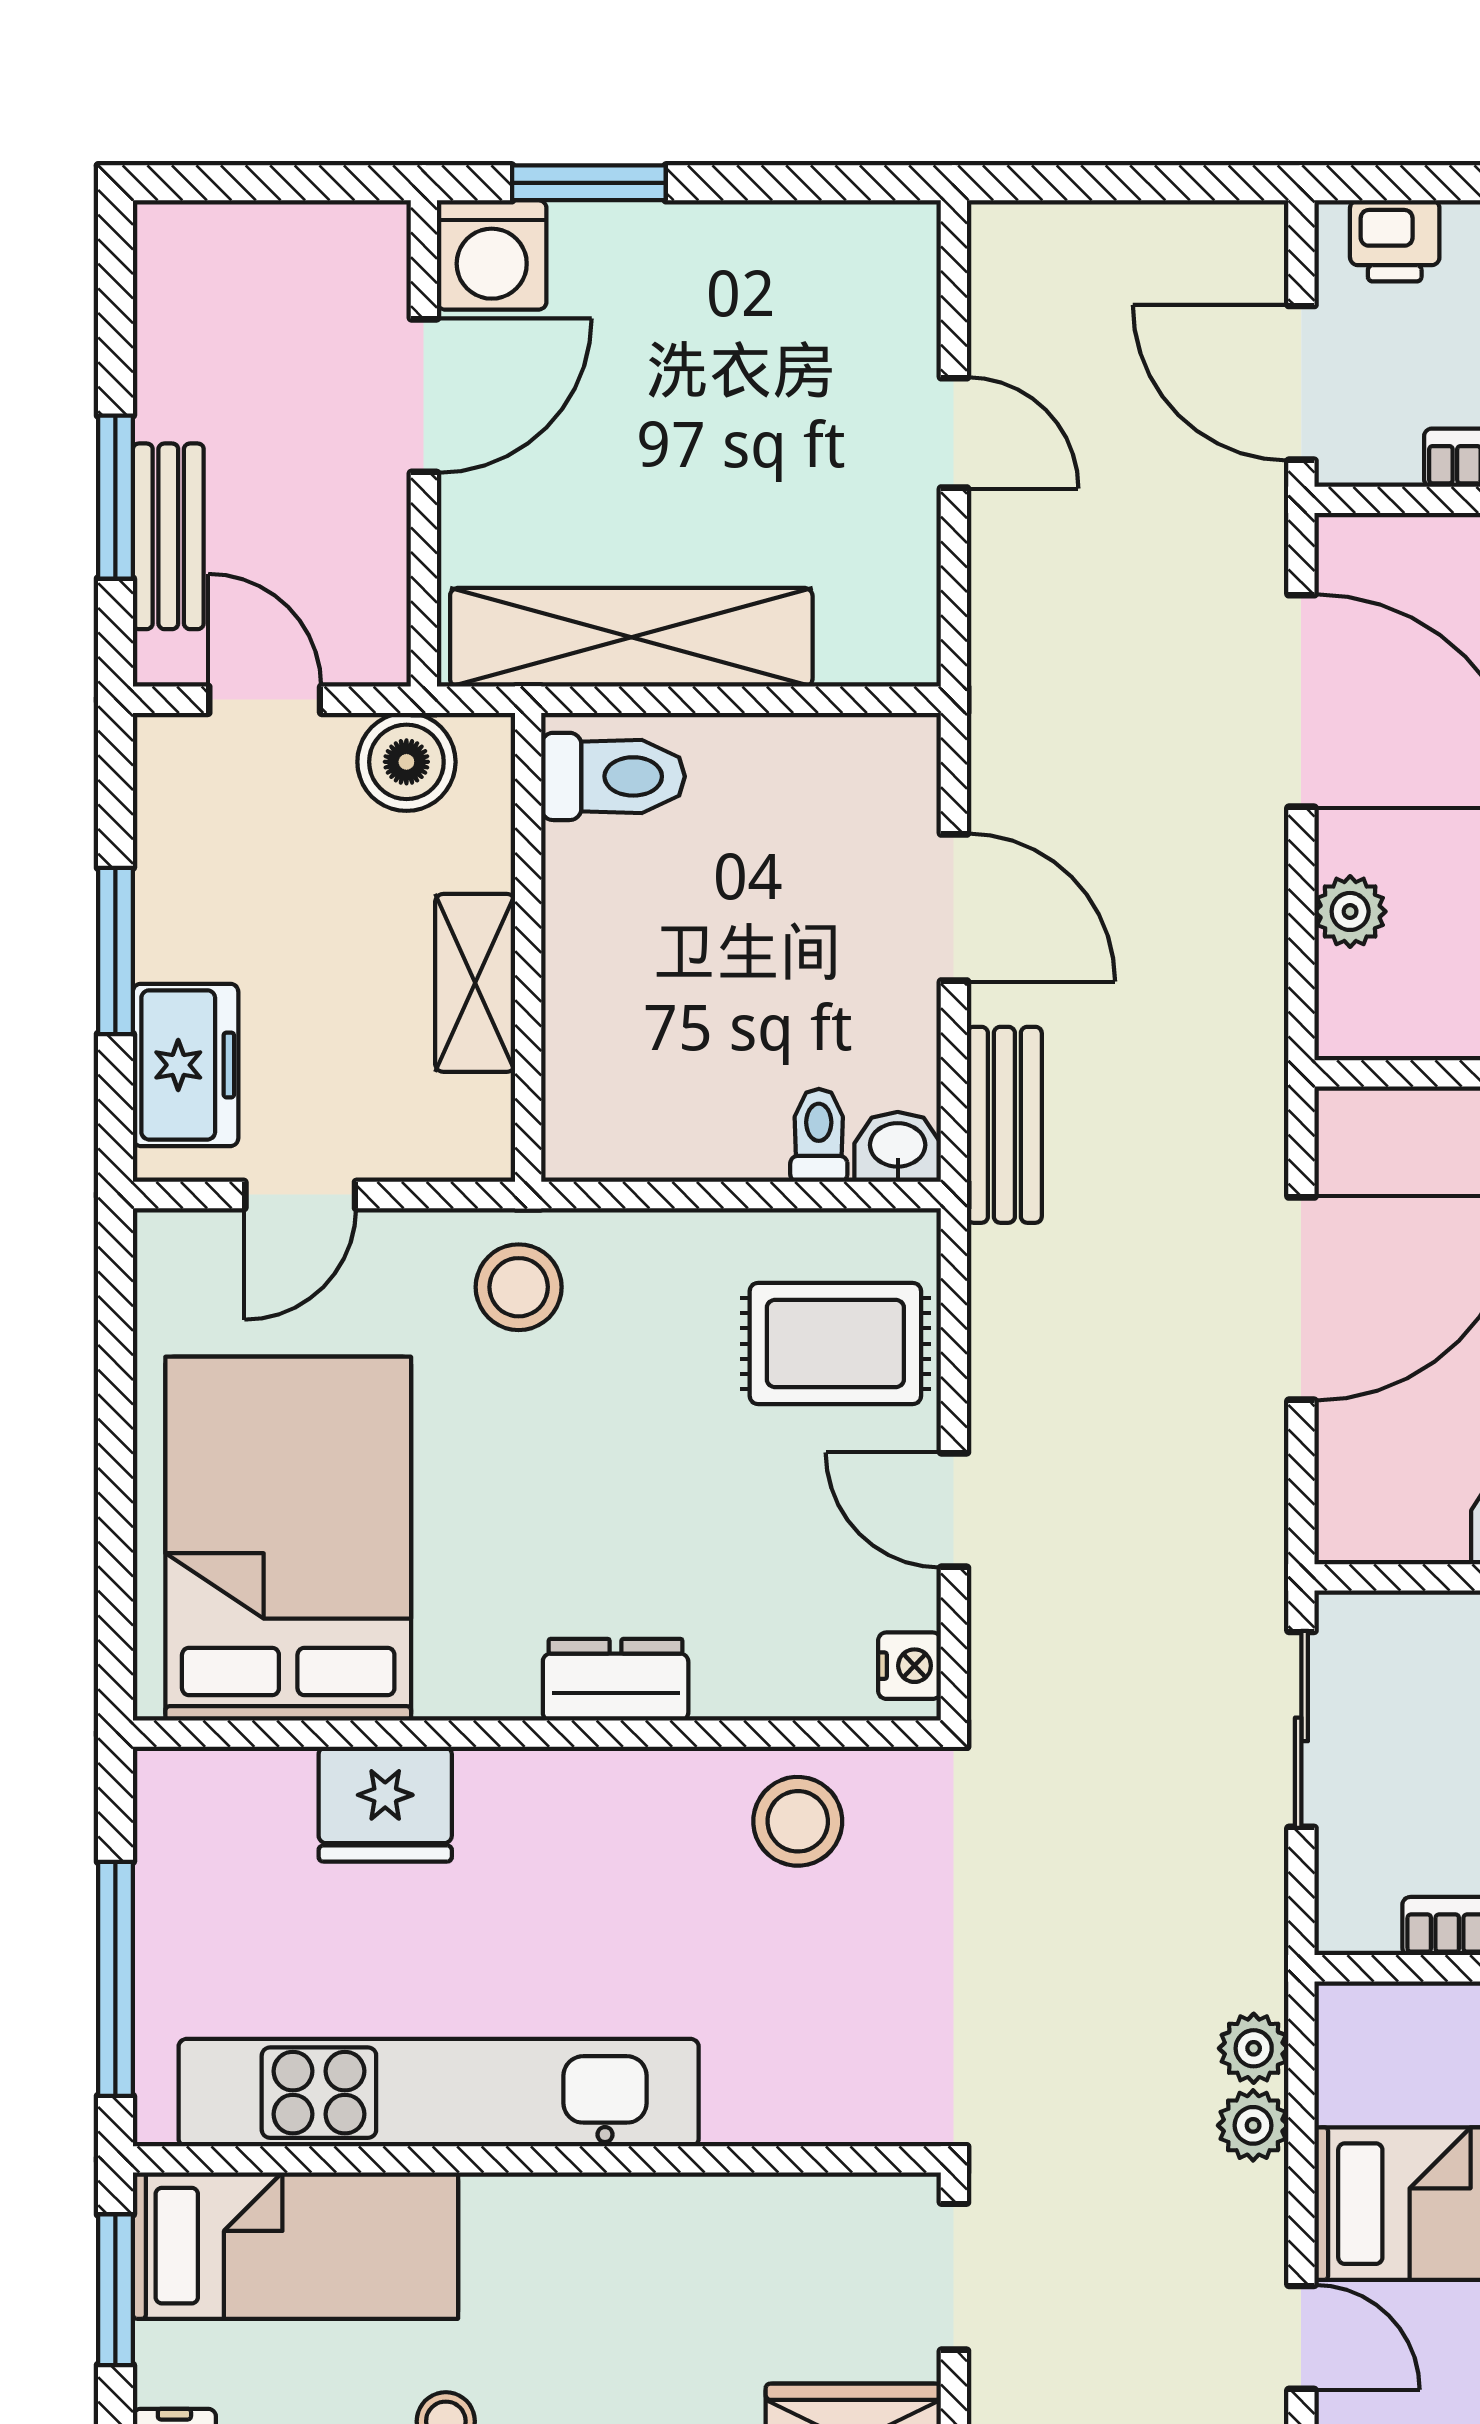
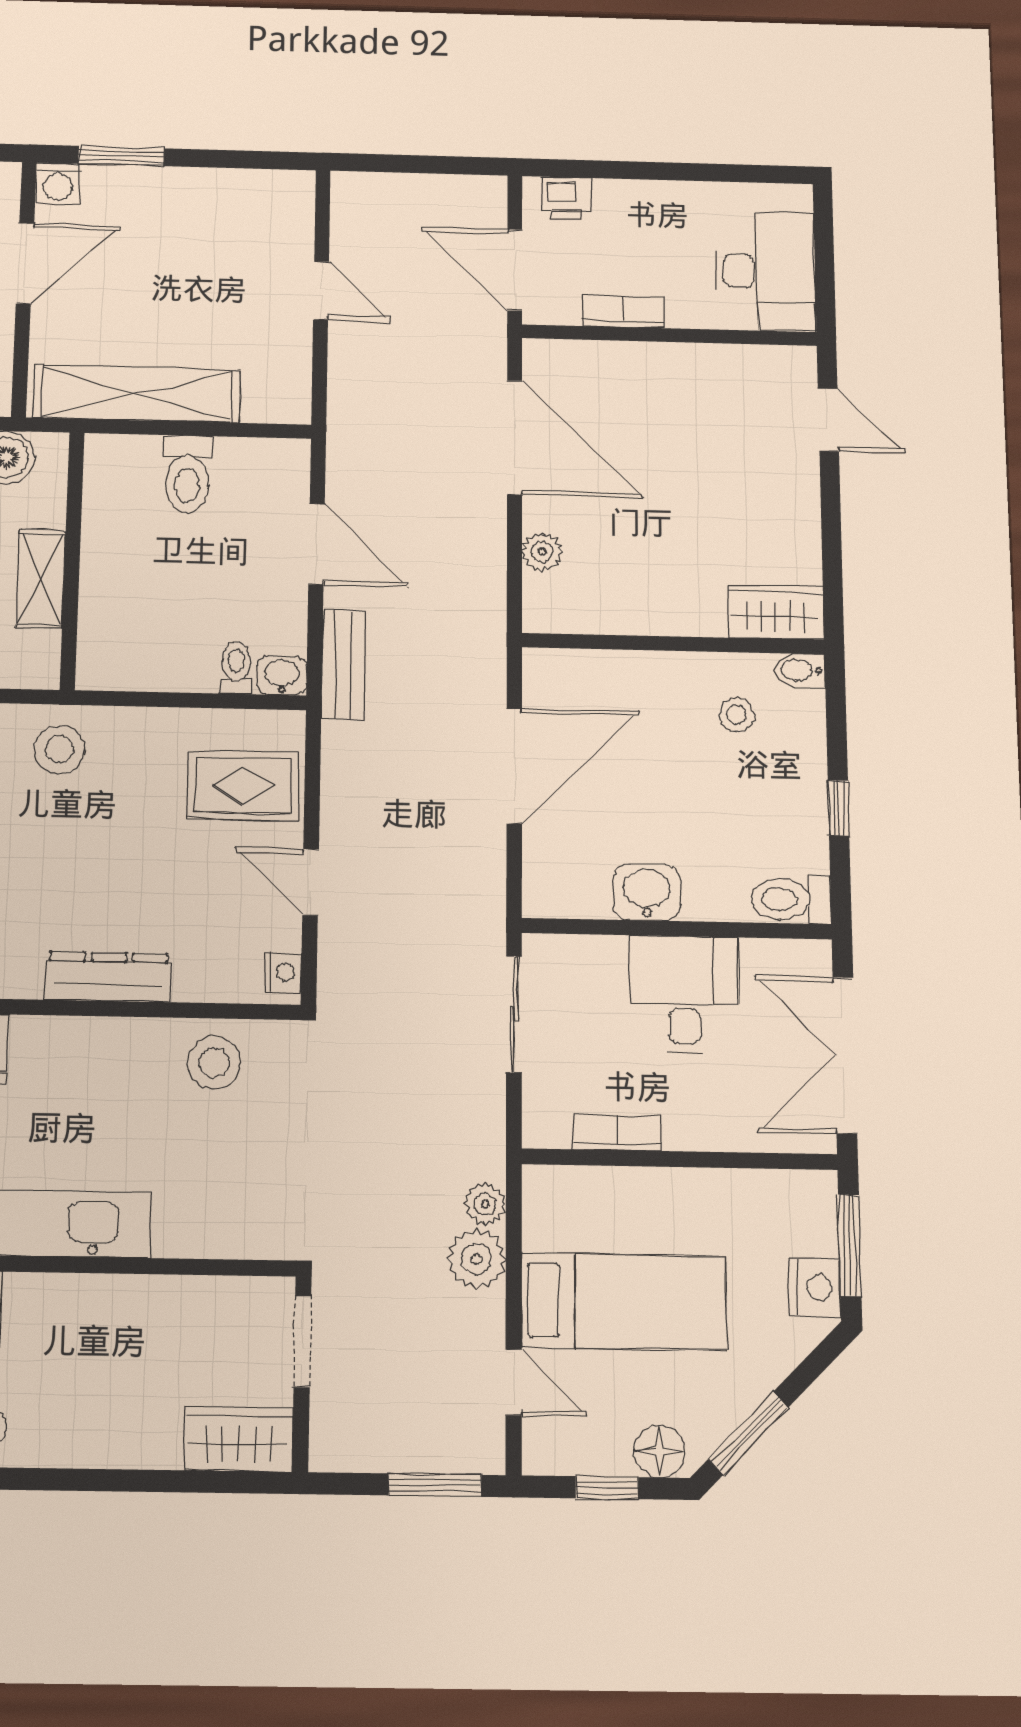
washing machine: (492, 255) -> (58, 184), width x0.73, depth x0.73
toilet: (613, 776) -> (187, 474), moved, turned 90
dresser: (616, 1680) -> (108, 977), width x1.44
plant: (1253, 2125) -> (477, 1259), width x1.38, depth x1.38

